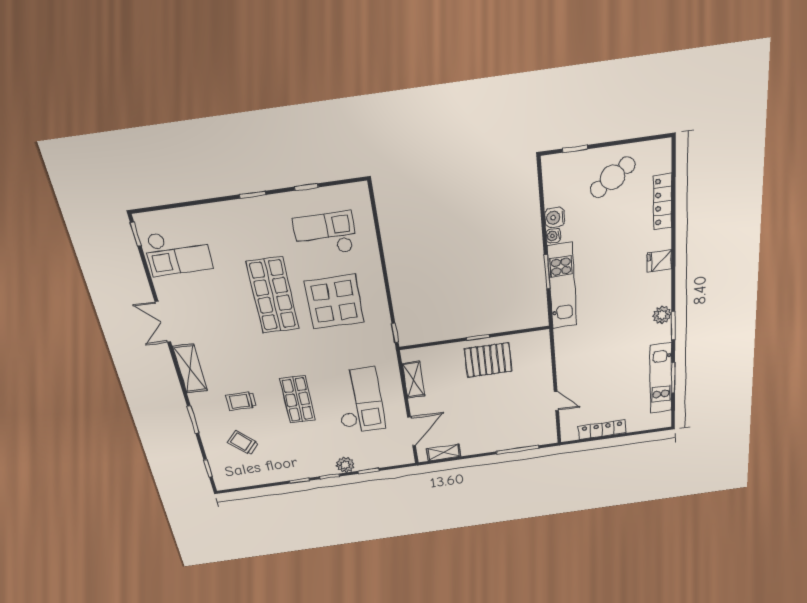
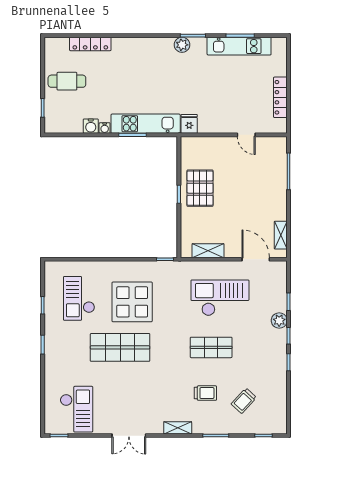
cafe table: (613, 177) -> (67, 81), turned -56
fridge: (659, 261) -> (189, 124), moved, turned 180
shelving: (190, 369) -> (178, 428), width x0.67, depth x0.75
trolley: (241, 401) -> (205, 393), turned -90
door: (556, 401) -> (246, 135), swing flipped

